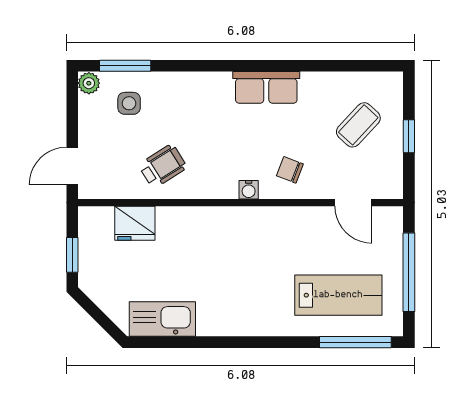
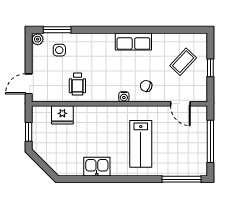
wheelchair: (163, 166) -> (77, 84), turned 122
lab bench: (338, 295) -> (141, 144), moved, turned 90
kitchen sink: (162, 319) -> (97, 167), moved, width x0.73

